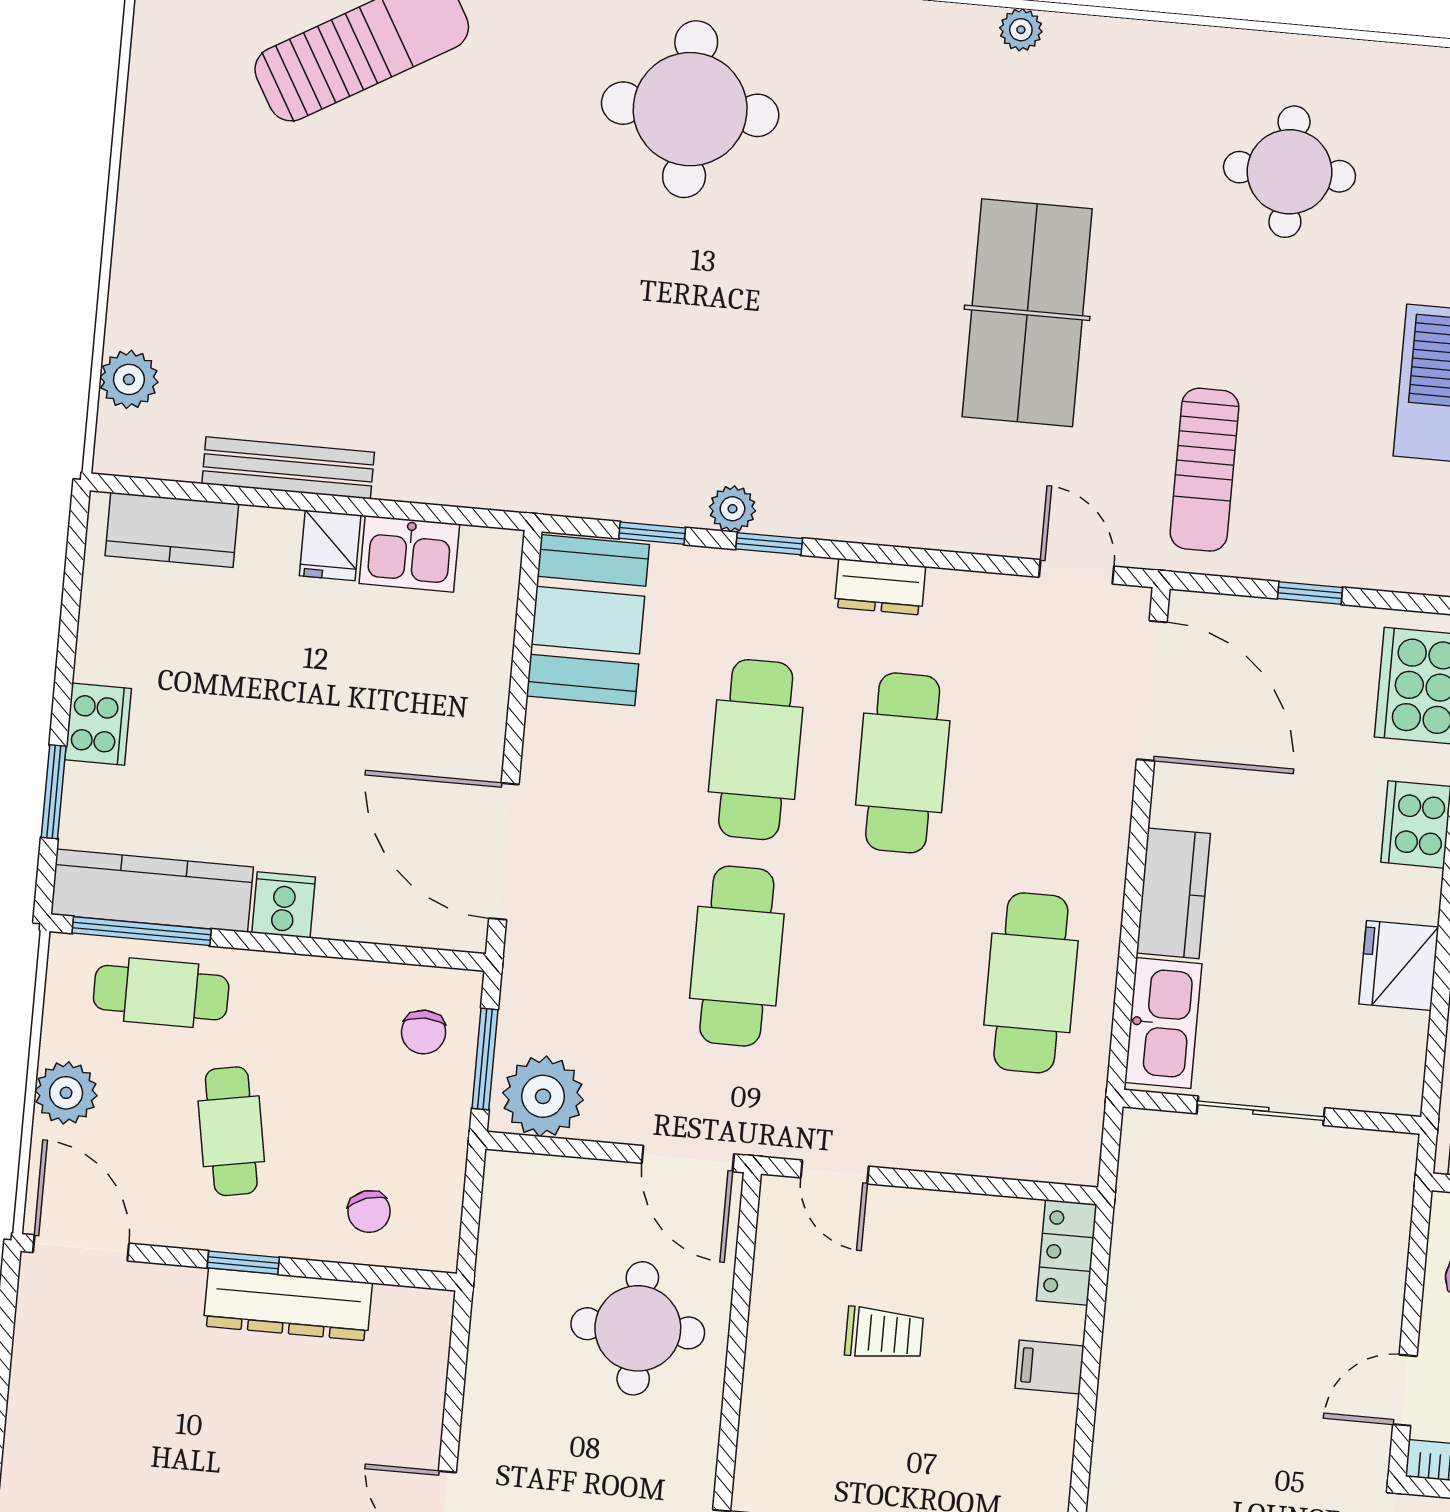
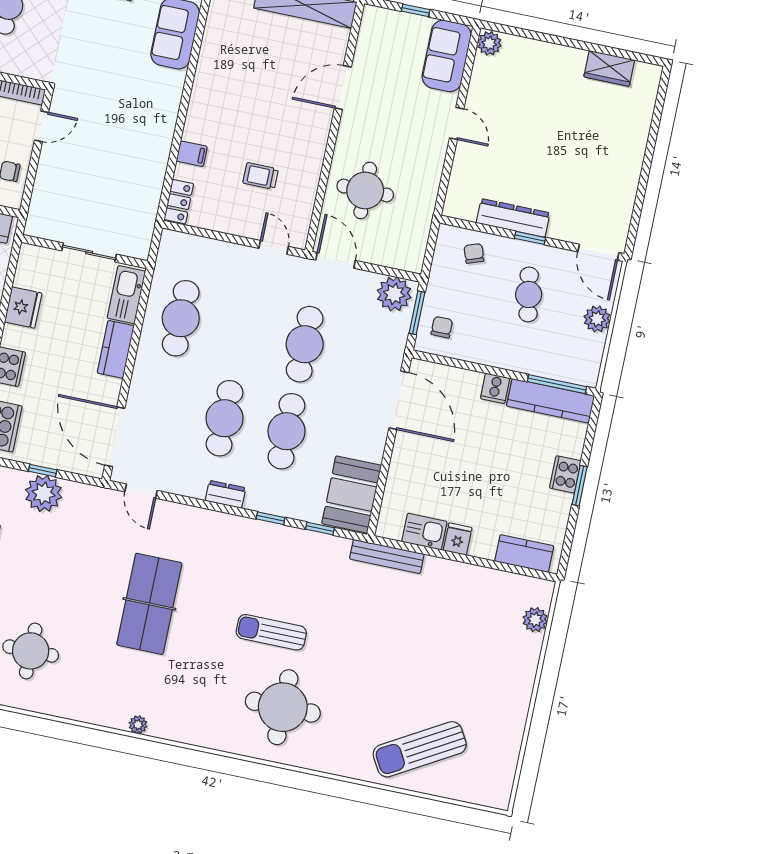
bench: (288, 468) -> (387, 556), moved
sun lounger: (1204, 470) -> (271, 632), moved, turned -90
plant: (732, 509) -> (44, 493), moved, width x1.87, depth x1.87
window: (54, 792) -> (580, 486), moved
cafe table: (161, 993) -> (552, 357), removed

